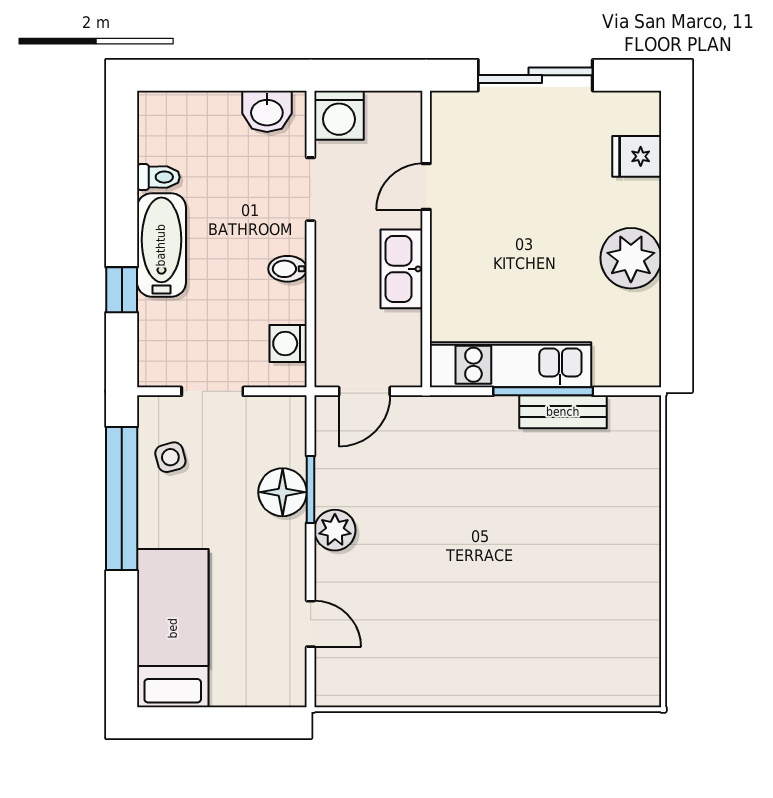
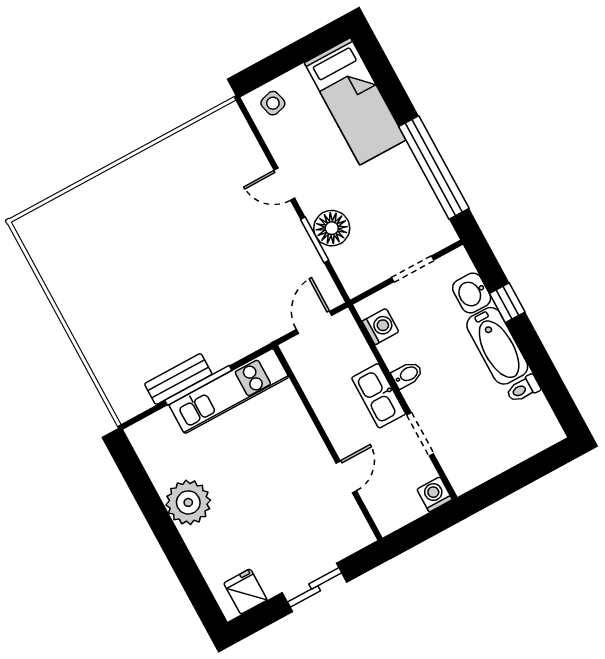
sliding door: (535, 75) -> (315, 587), width x0.73
washbasin: (267, 111) -> (472, 293), moved, turned -90
washing machine: (339, 115) -> (435, 494), width x0.73, depth x0.73
fridge: (637, 156) -> (245, 592), moved, turned -90
kitchen sink: (401, 269) -> (379, 396), moved, turned 180
side table: (170, 457) -> (273, 103), moved
plant: (335, 530) -> (284, 222), removed
door: (311, 624) -> (284, 184), moved

